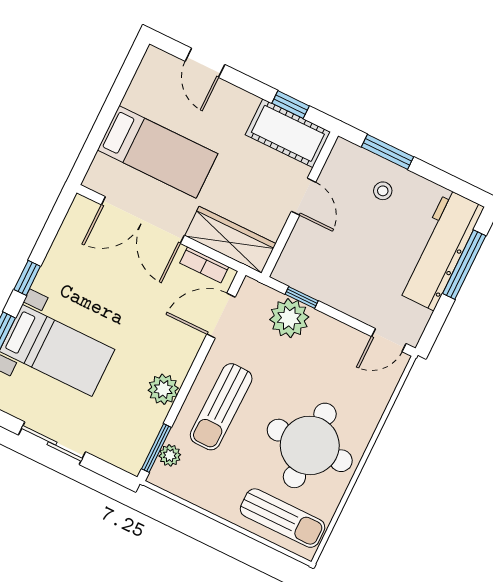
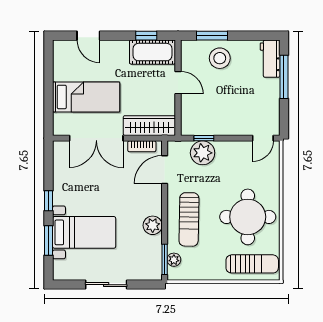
stool: (383, 191) -> (220, 58), width x1.89, depth x1.89
workbench: (440, 250) -> (270, 59), width x0.53, depth x0.76

